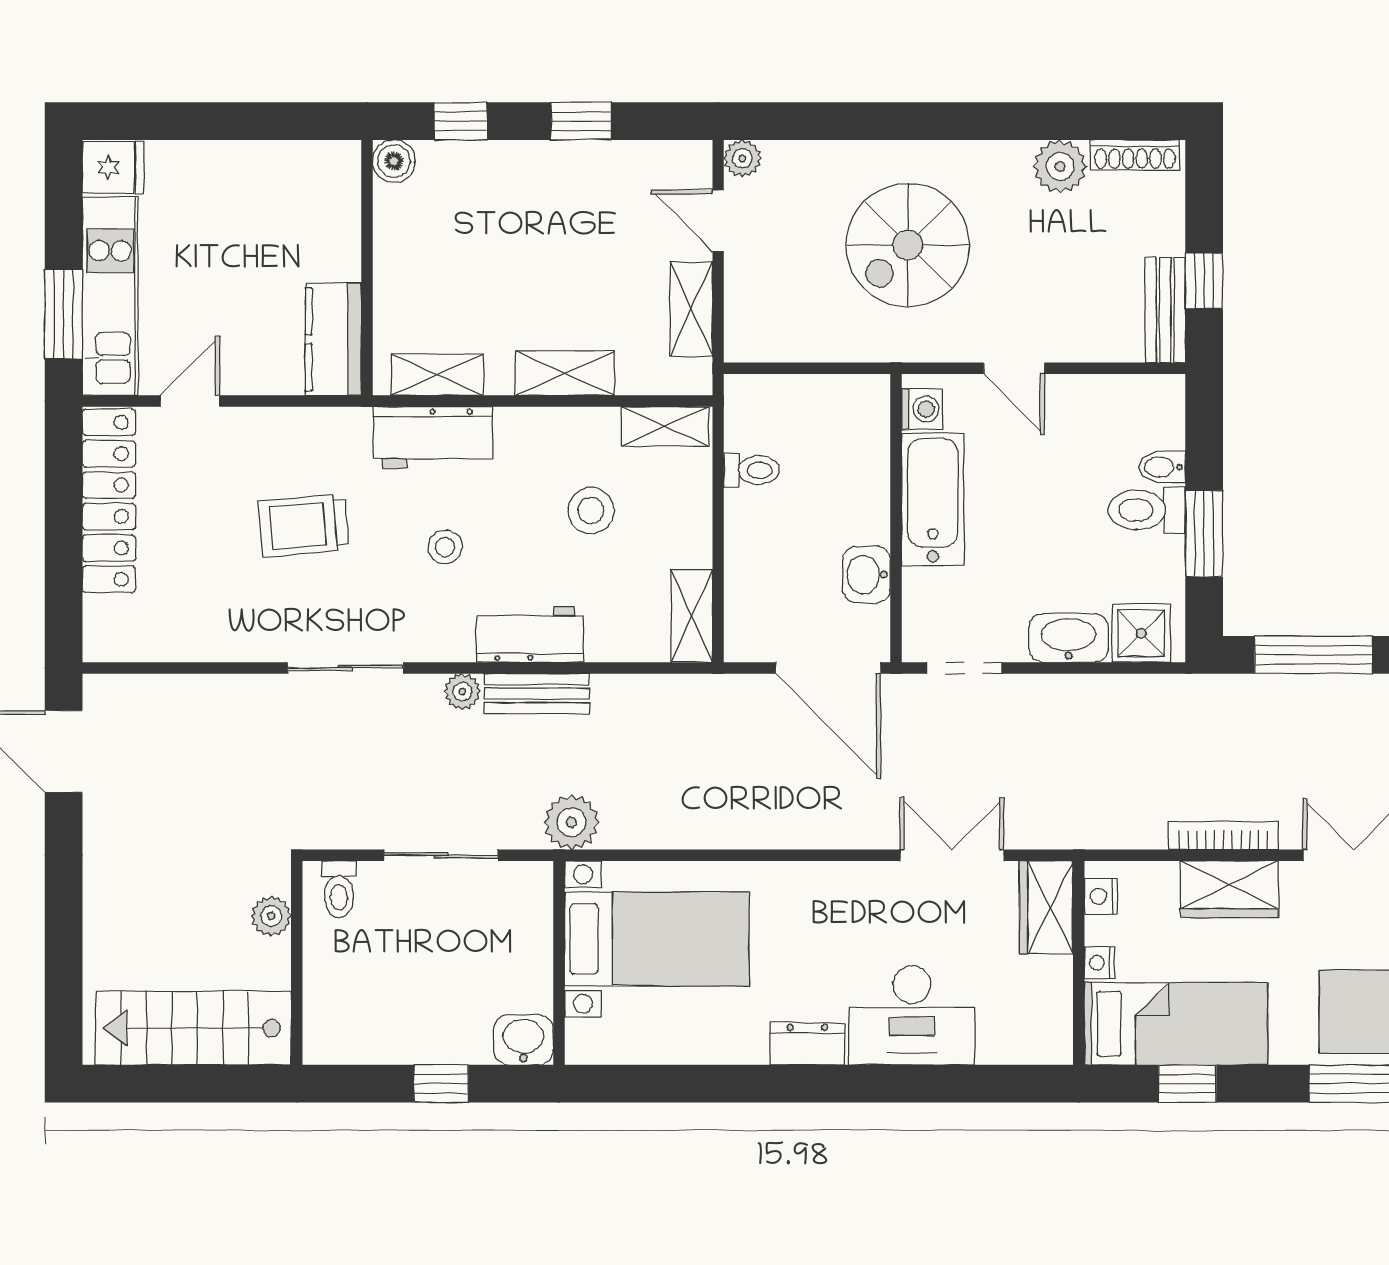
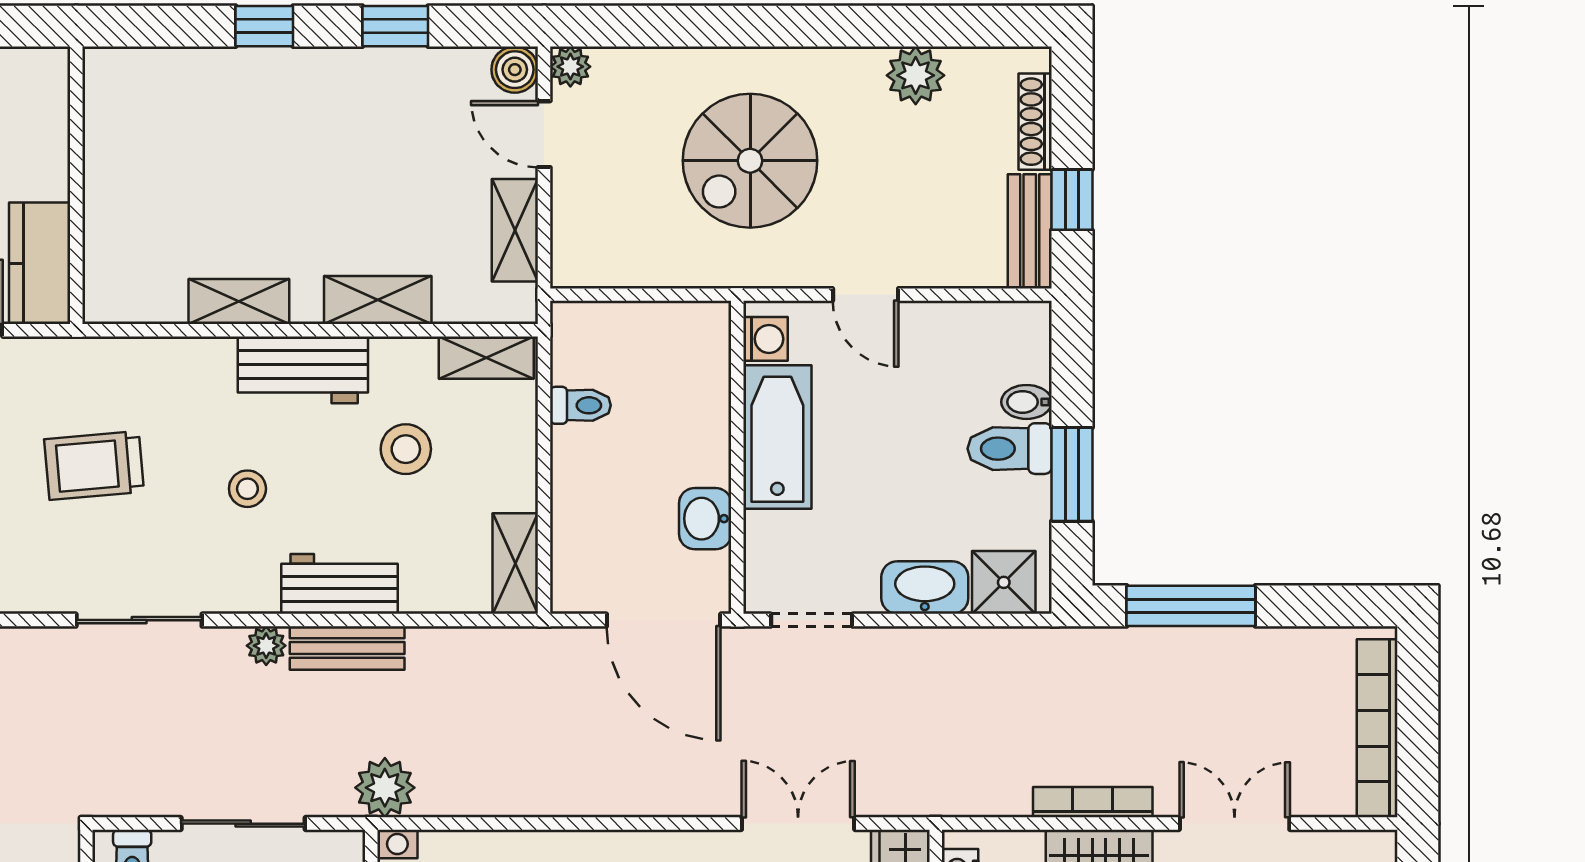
shoe rack: (1135, 155) -> (1035, 122), moved, turned 90
boiler: (394, 161) -> (515, 70), moved
wall: (367, 268) -> (76, 185), moved
kitchen counter: (333, 339) -> (40, 263), moved
workbench: (433, 438) -> (303, 370), moved

